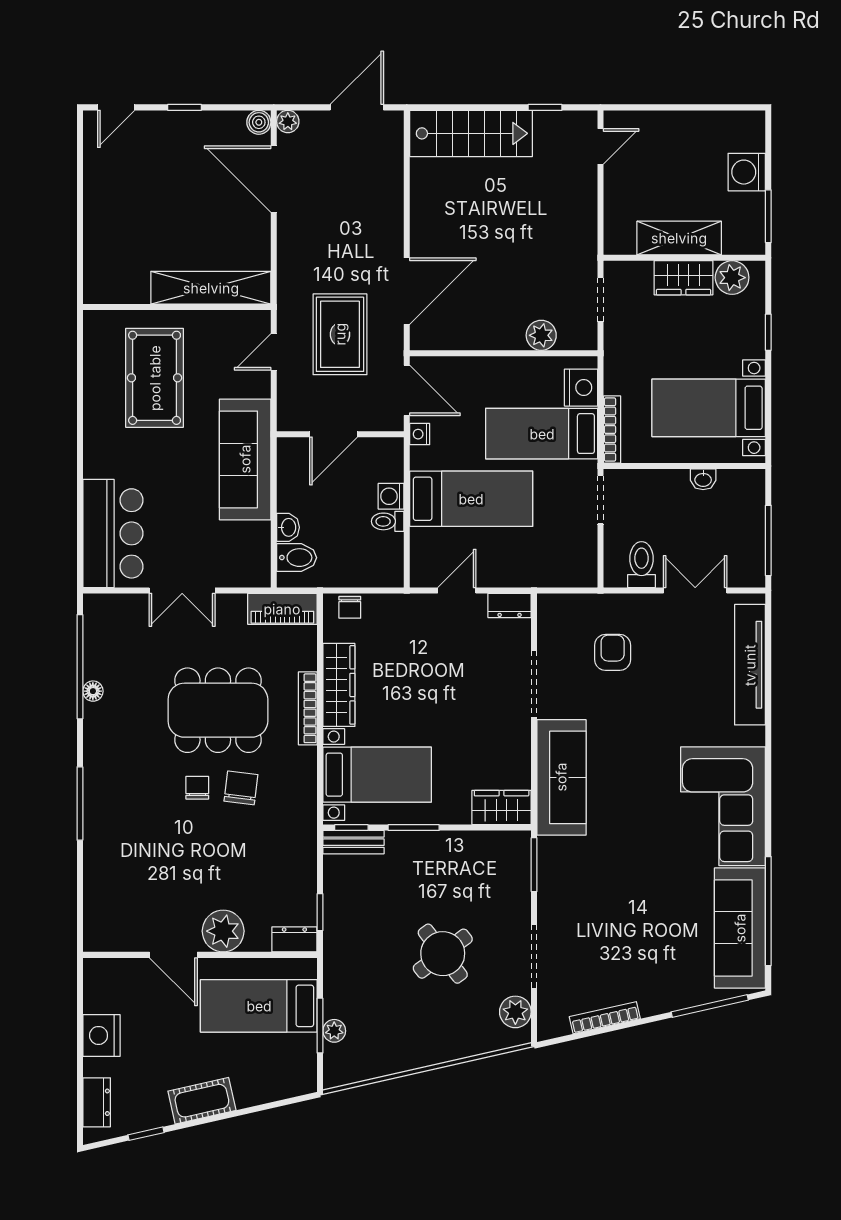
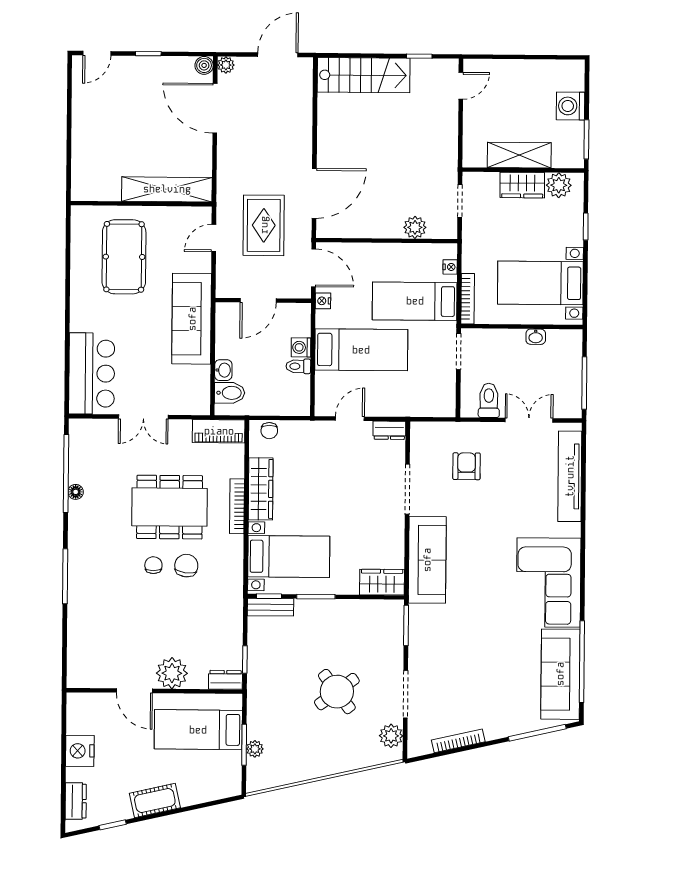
nightstand: (581, 388) -> (450, 267), width x0.53, depth x0.56

